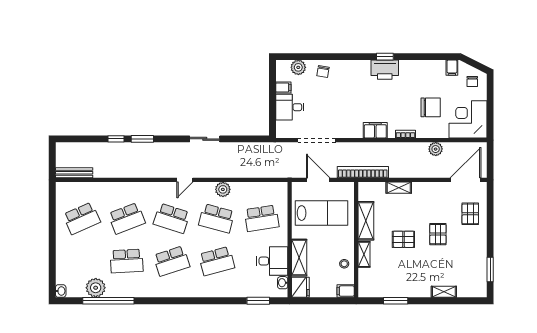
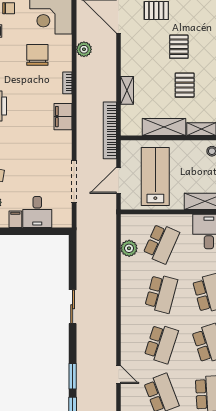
door: (185, 180) -> (118, 375), moved
plant: (223, 189) -> (129, 248), moved
school desk: (262, 218) -> (161, 243), turned 33
pallet: (438, 234) -> (179, 47), turned 90

